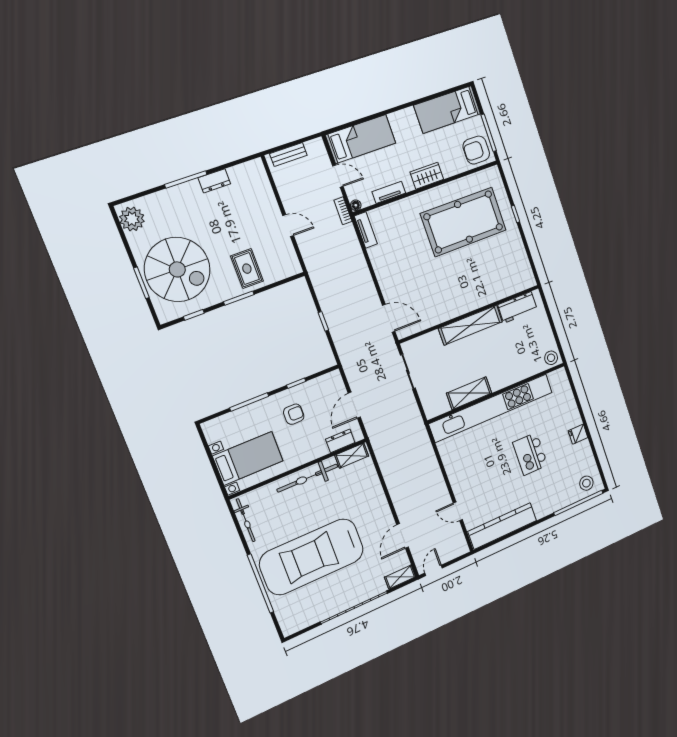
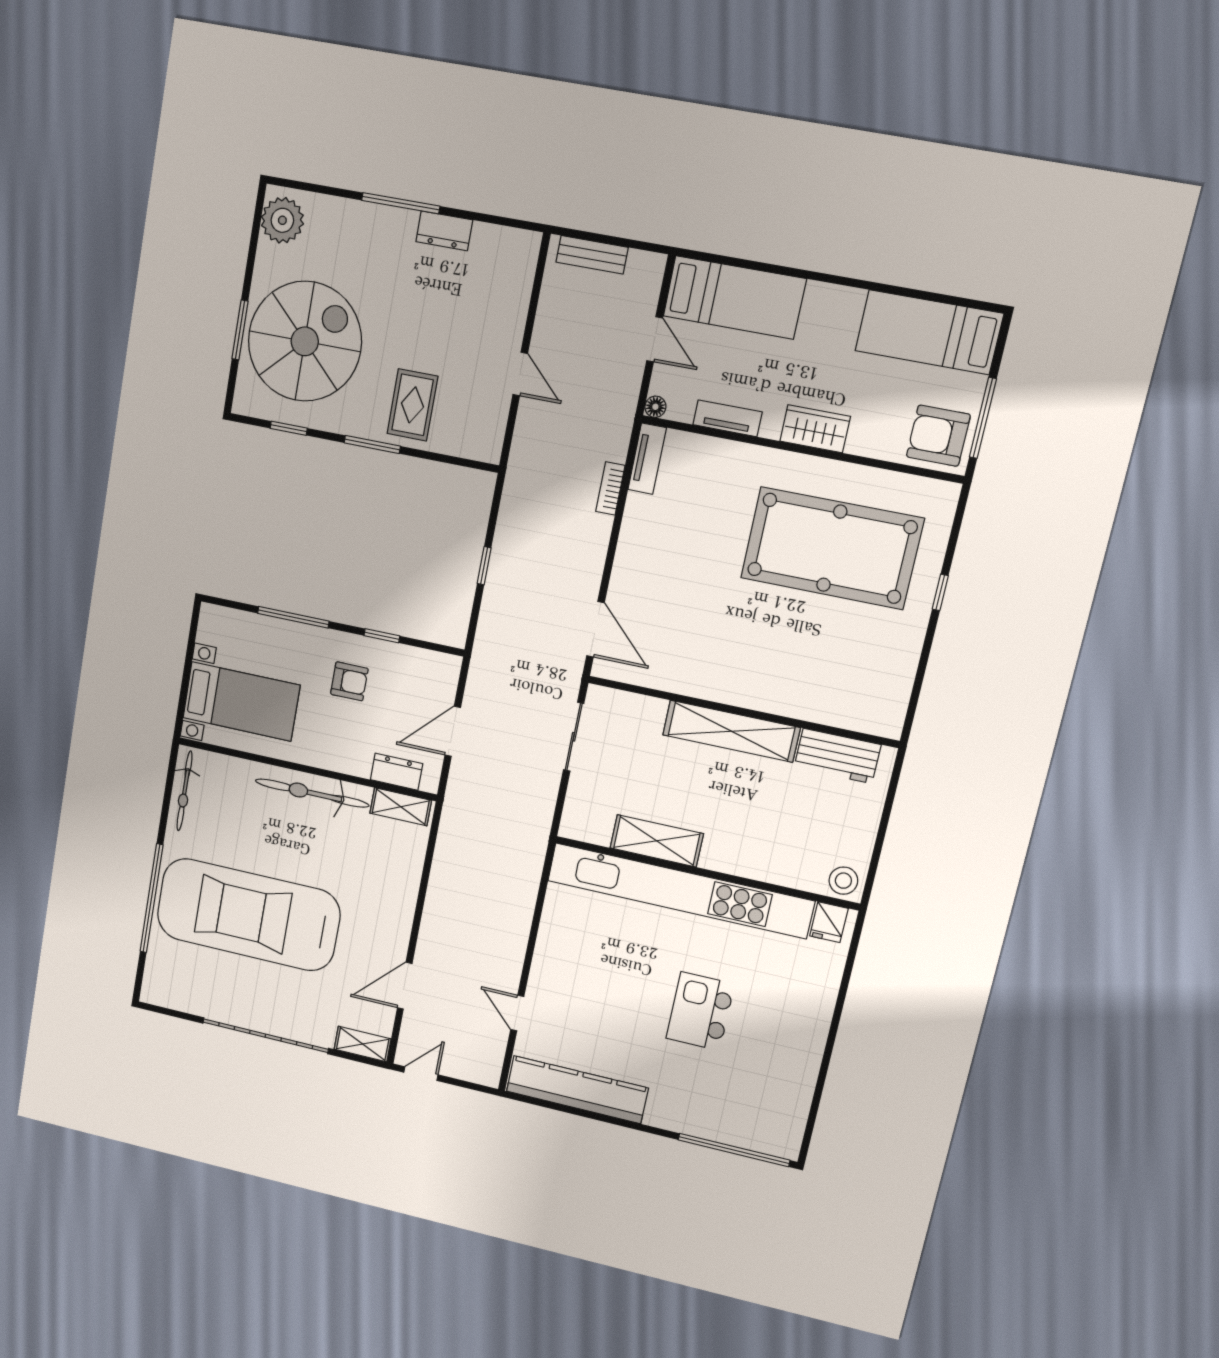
bookcase: (343, 211) -> (610, 488), moved
spiral stairs: (177, 269) -> (305, 341), turned -90
fridge: (578, 434) -> (829, 922), moved, turned -90
stool: (586, 483) -> (770, 1129), removed

